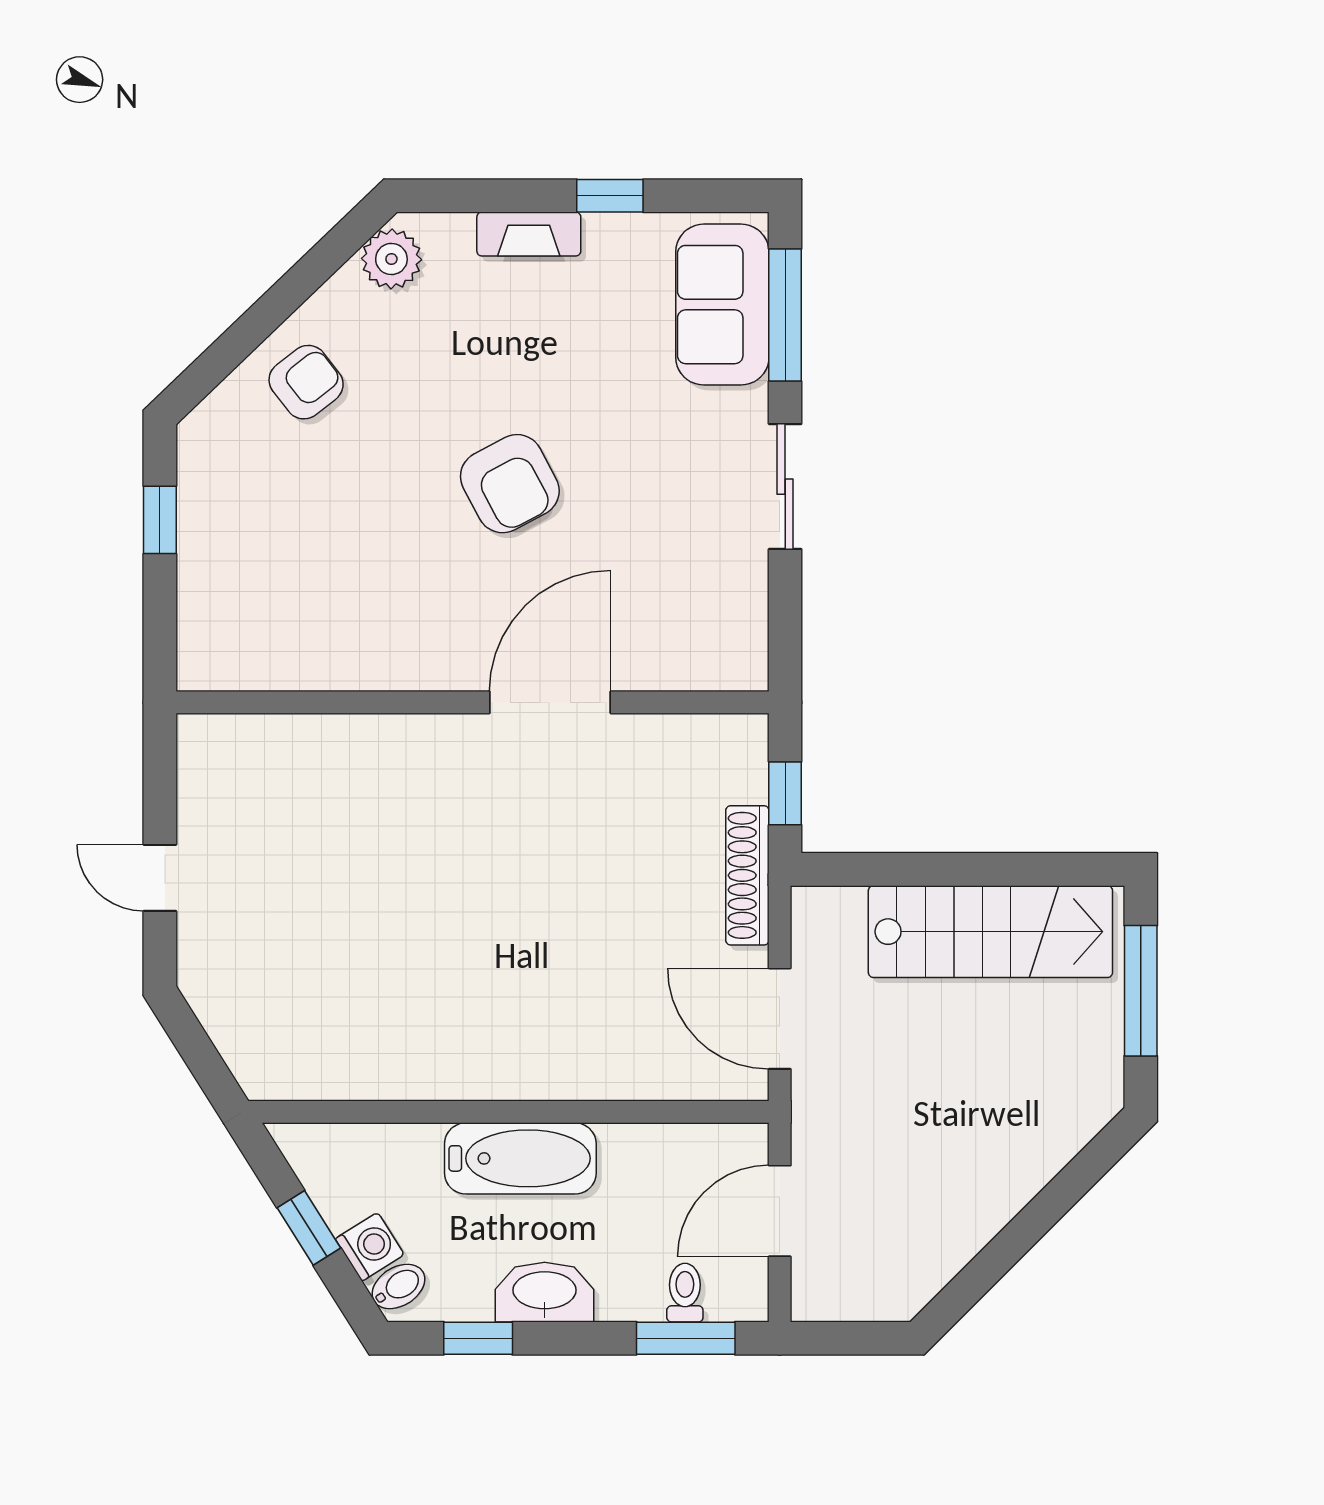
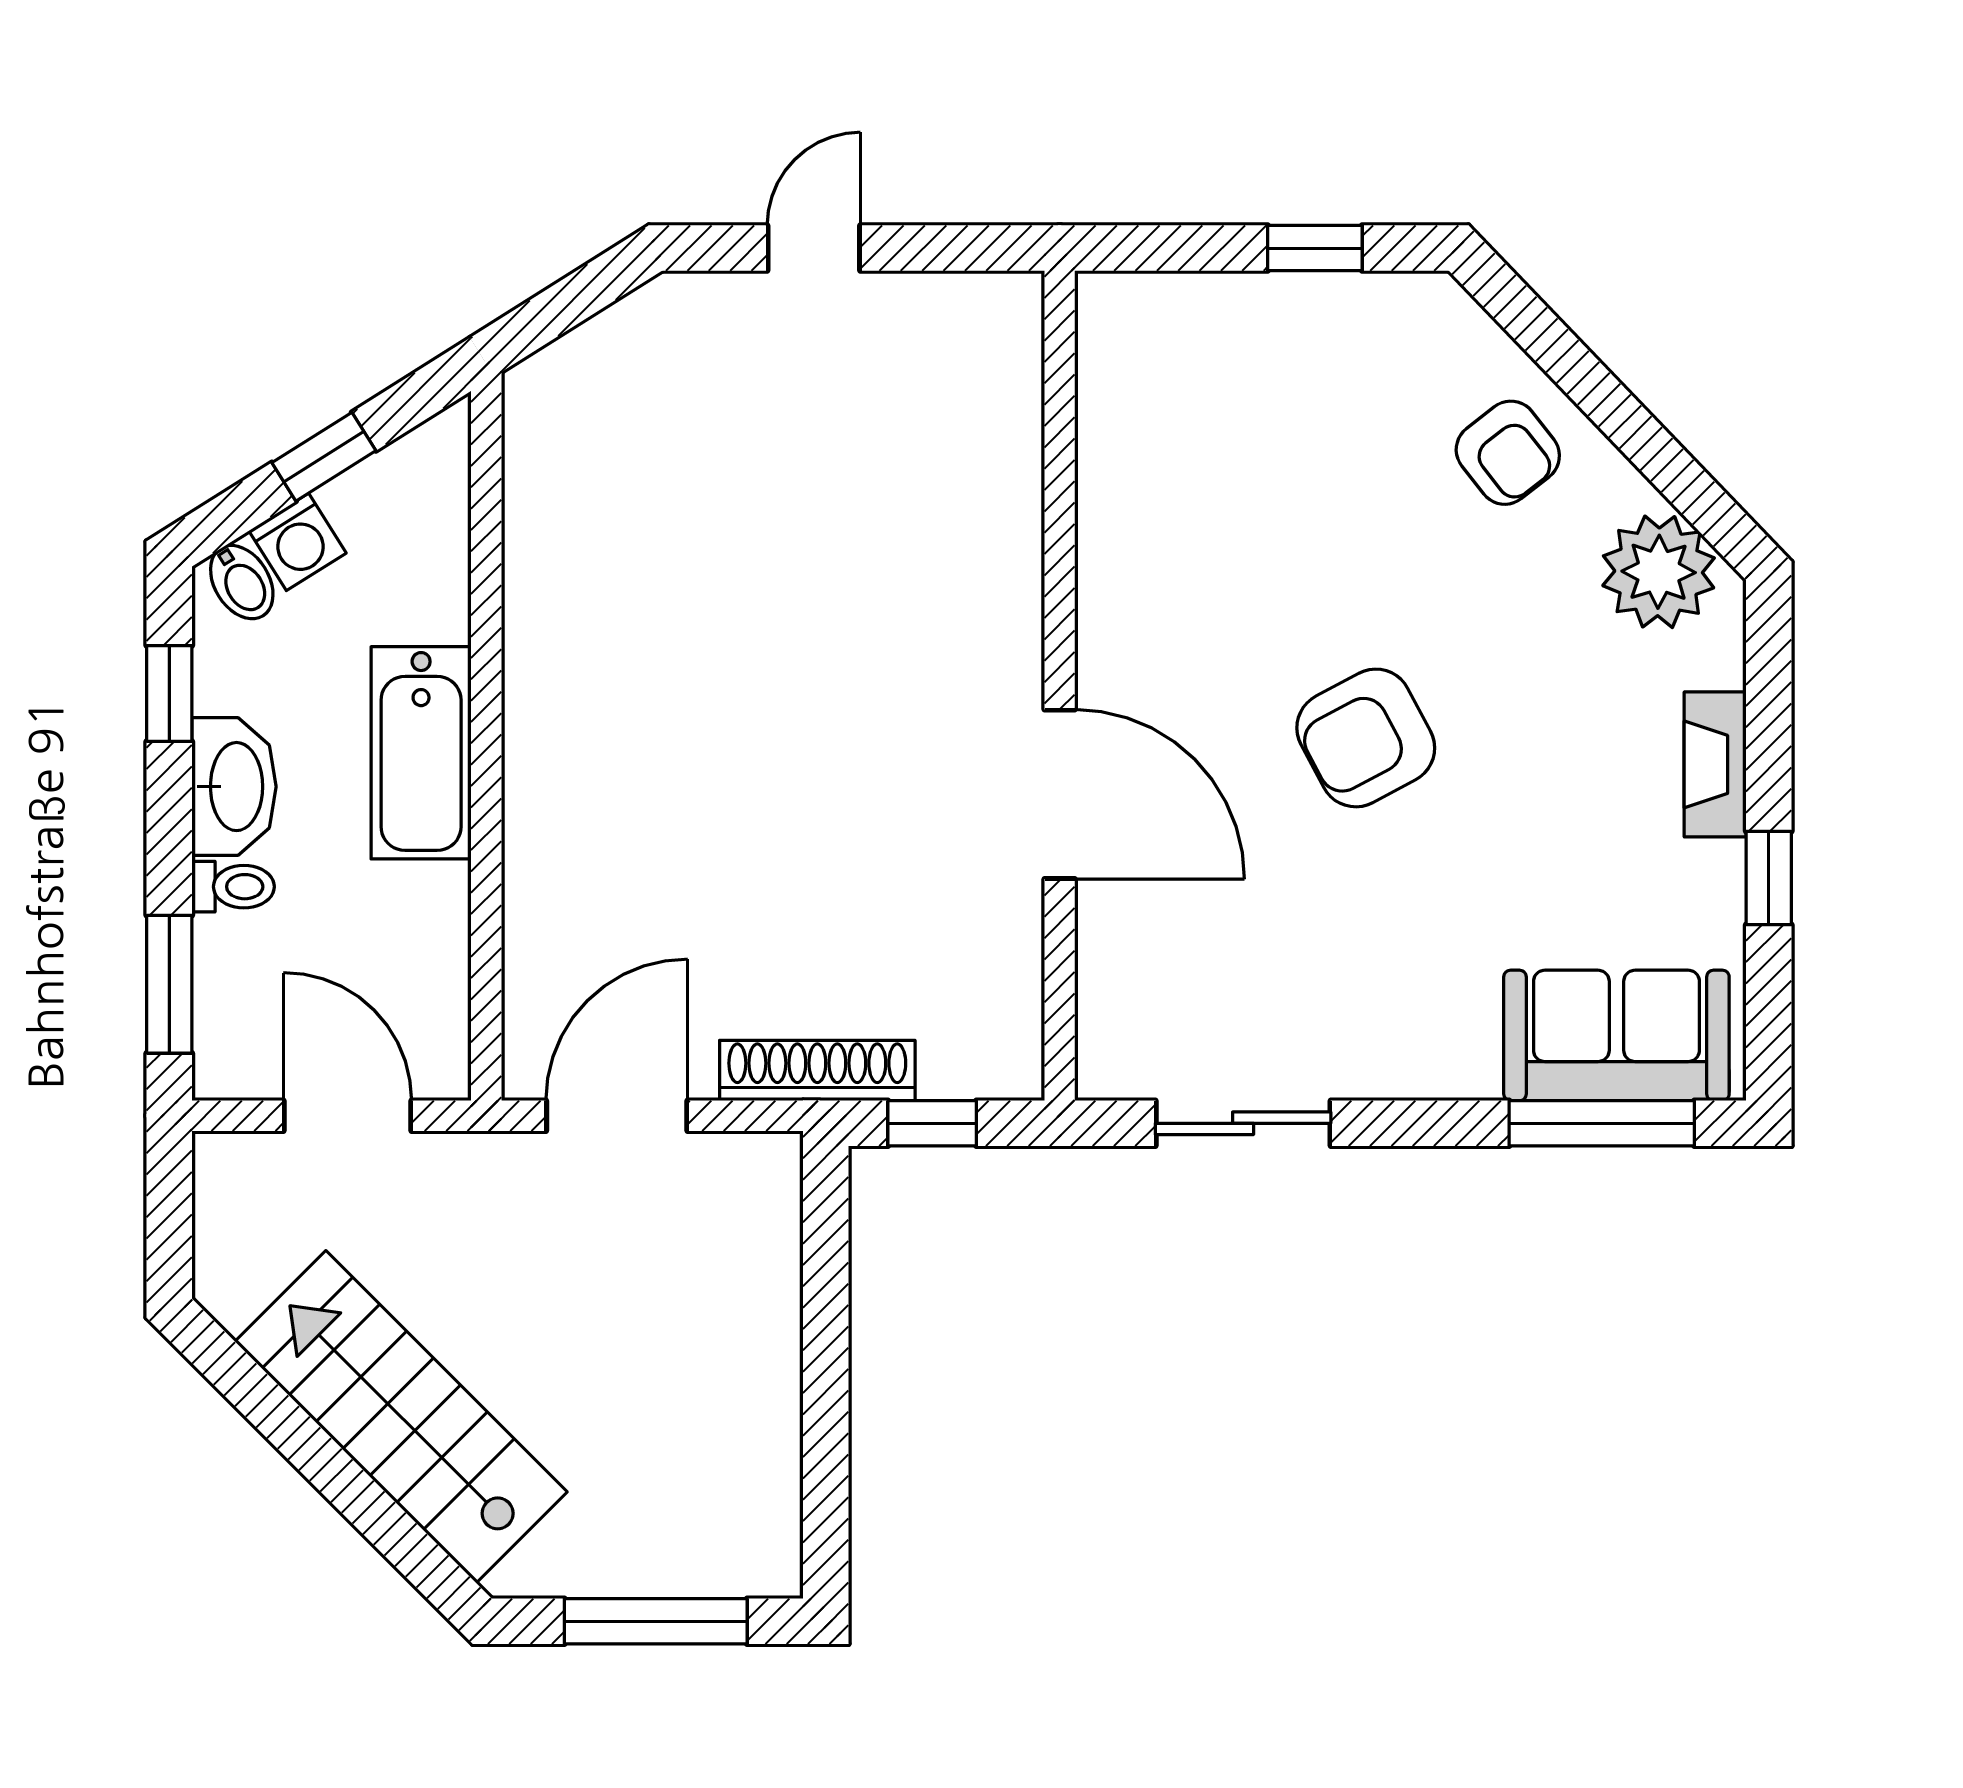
plant: (391, 259) -> (1659, 572), width x1.36, depth x1.36
sliding door: (785, 487) -> (1243, 1123), moved
stairs: (990, 932) -> (401, 1417), moved, turned 135
toilet: (685, 1293) -> (233, 887), moved

